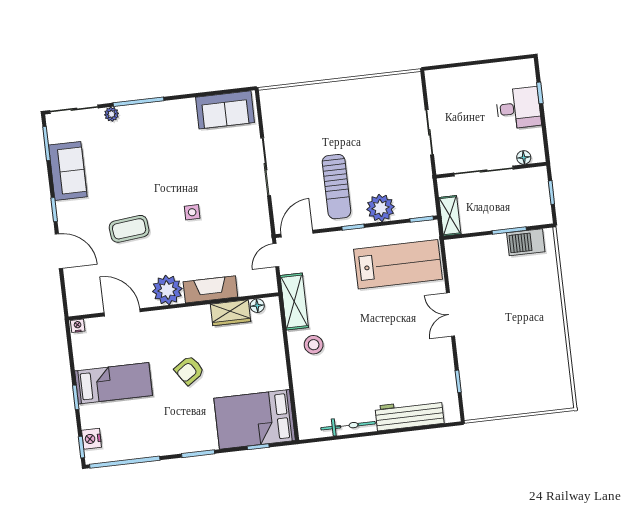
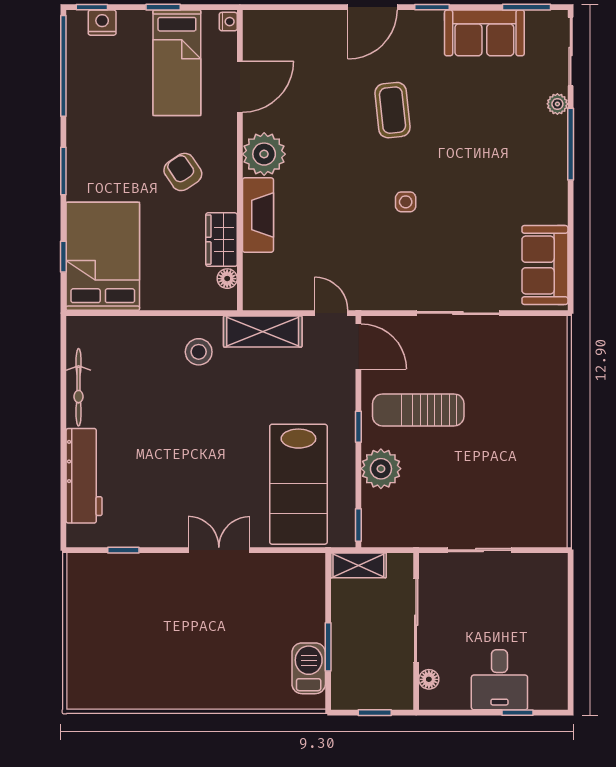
fireplace: (210, 289) -> (258, 215), moved
plant: (167, 290) -> (264, 154), moved
wall: (174, 306) -> (240, 160), moved
floor lamp: (257, 306) -> (227, 279), moved
door: (122, 312) -> (240, 87), moved
wardrobe: (230, 313) -> (221, 240), moved
nightstand: (78, 326) -> (228, 22), moved

